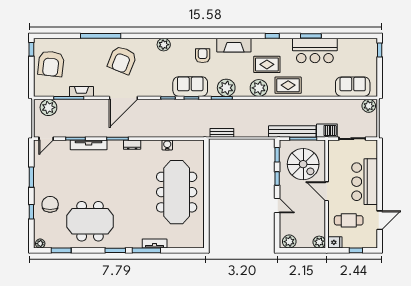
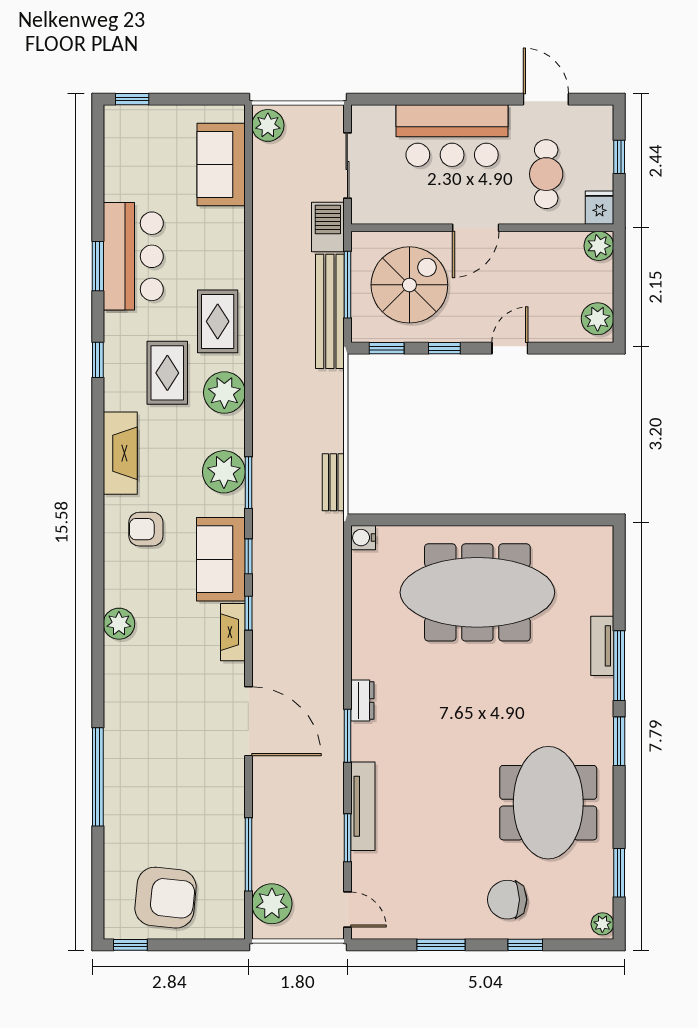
armchair: (122, 60) -> (156, 725), removed
fireplace: (81, 91) -> (233, 632), moved
water cooler: (167, 145) -> (363, 538), moved

